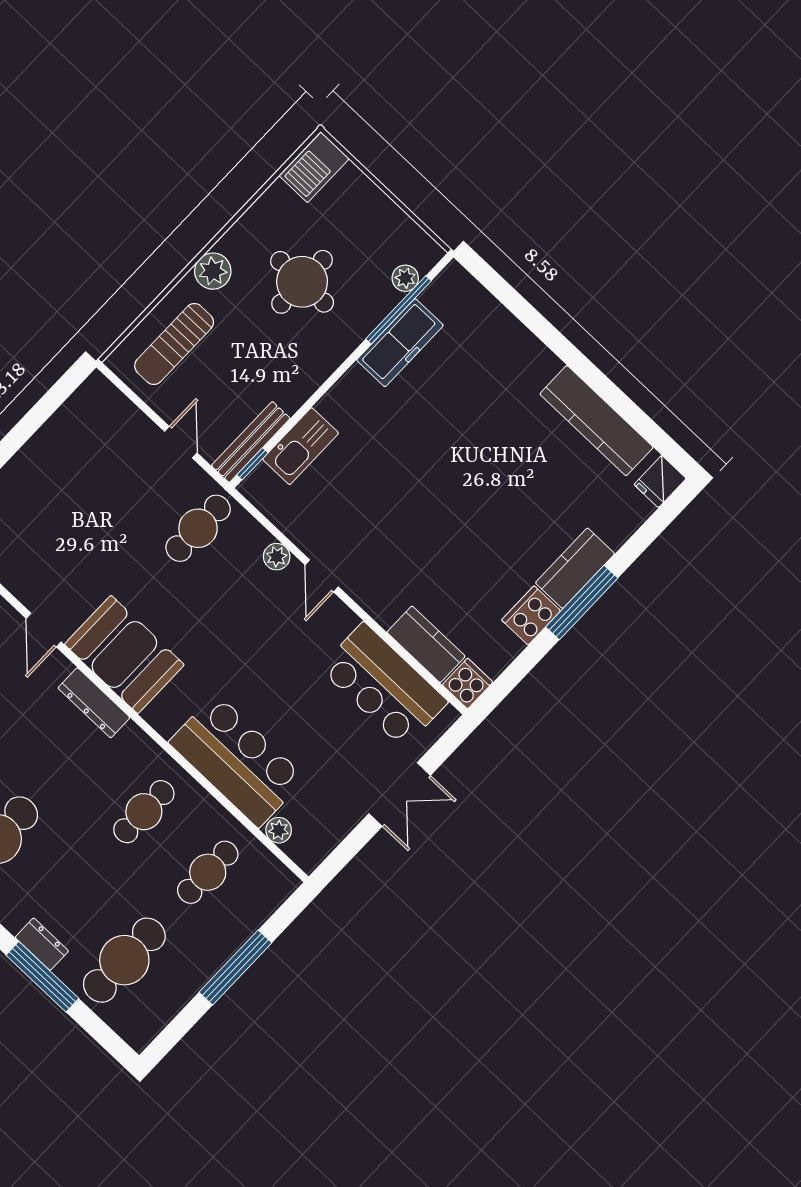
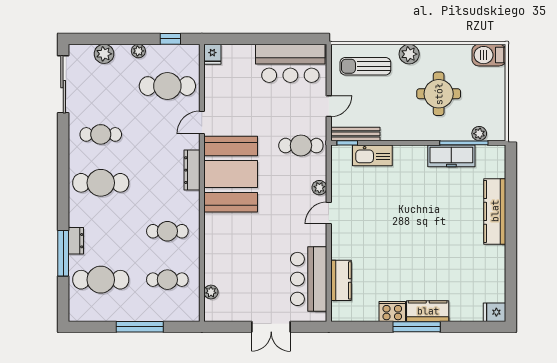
kitchen counter: (596, 421) -> (495, 211), moved
booth: (124, 654) -> (231, 174), width x1.36, depth x1.42
cooker: (468, 683) -> (341, 312), removed
bar counter: (237, 760) -> (290, 63), moved, turned 90

